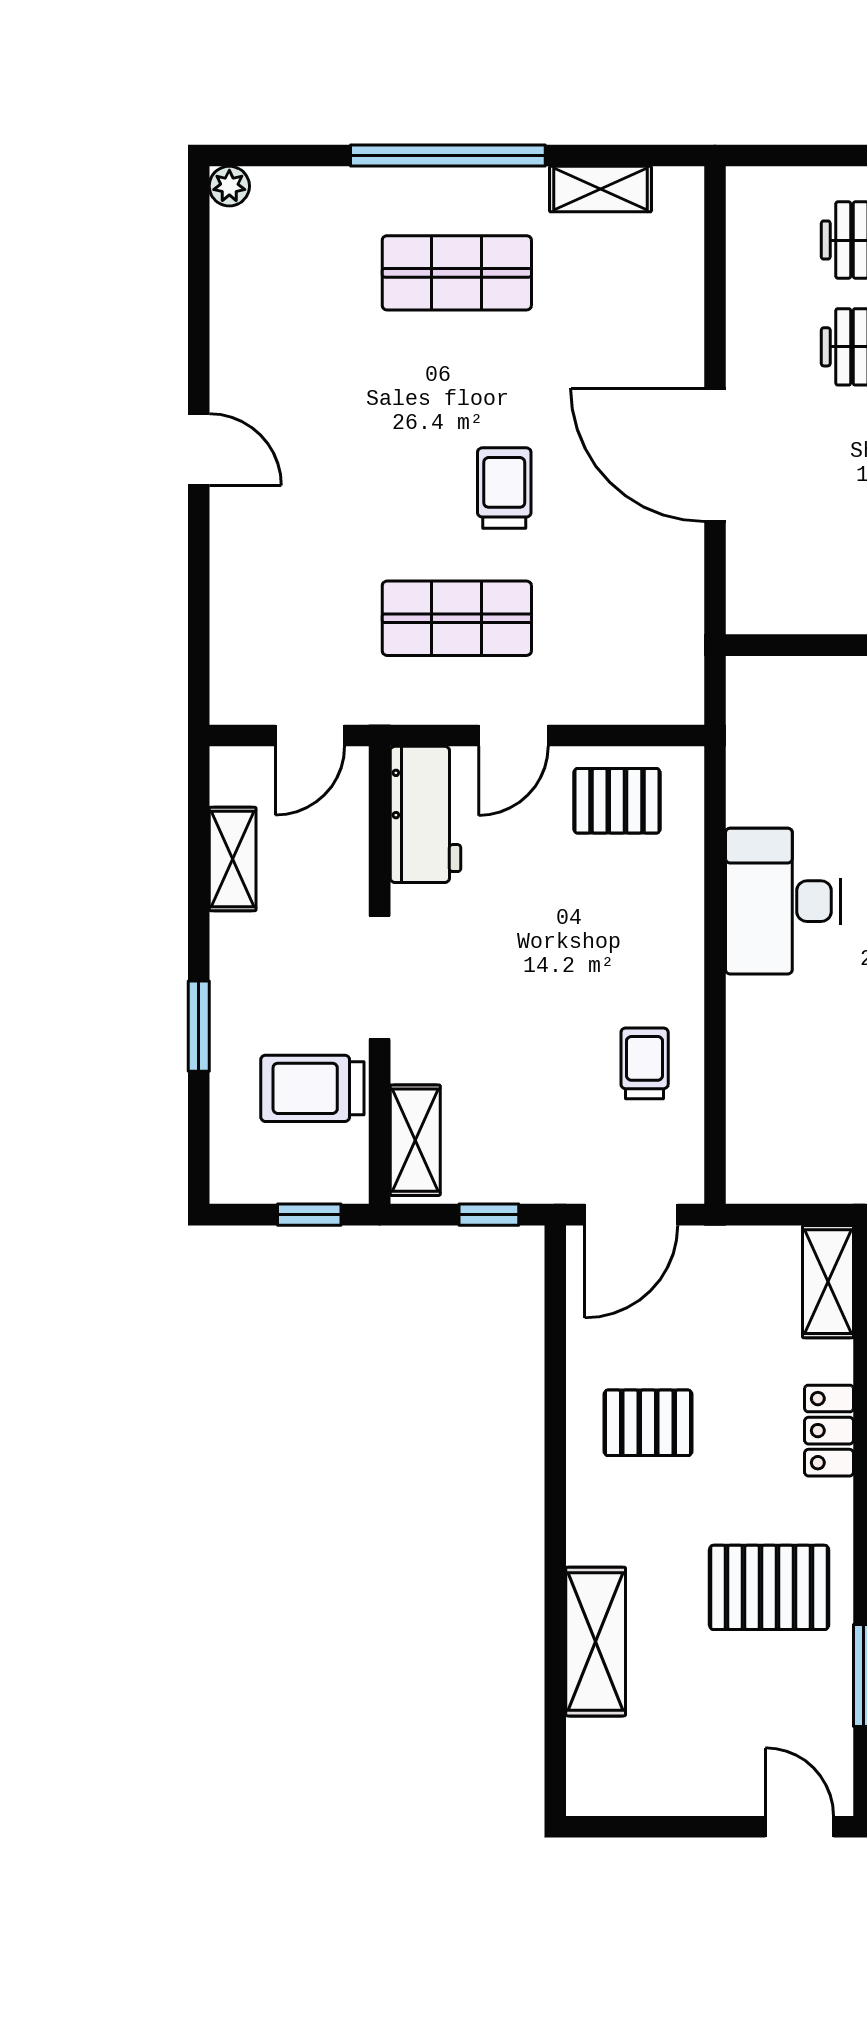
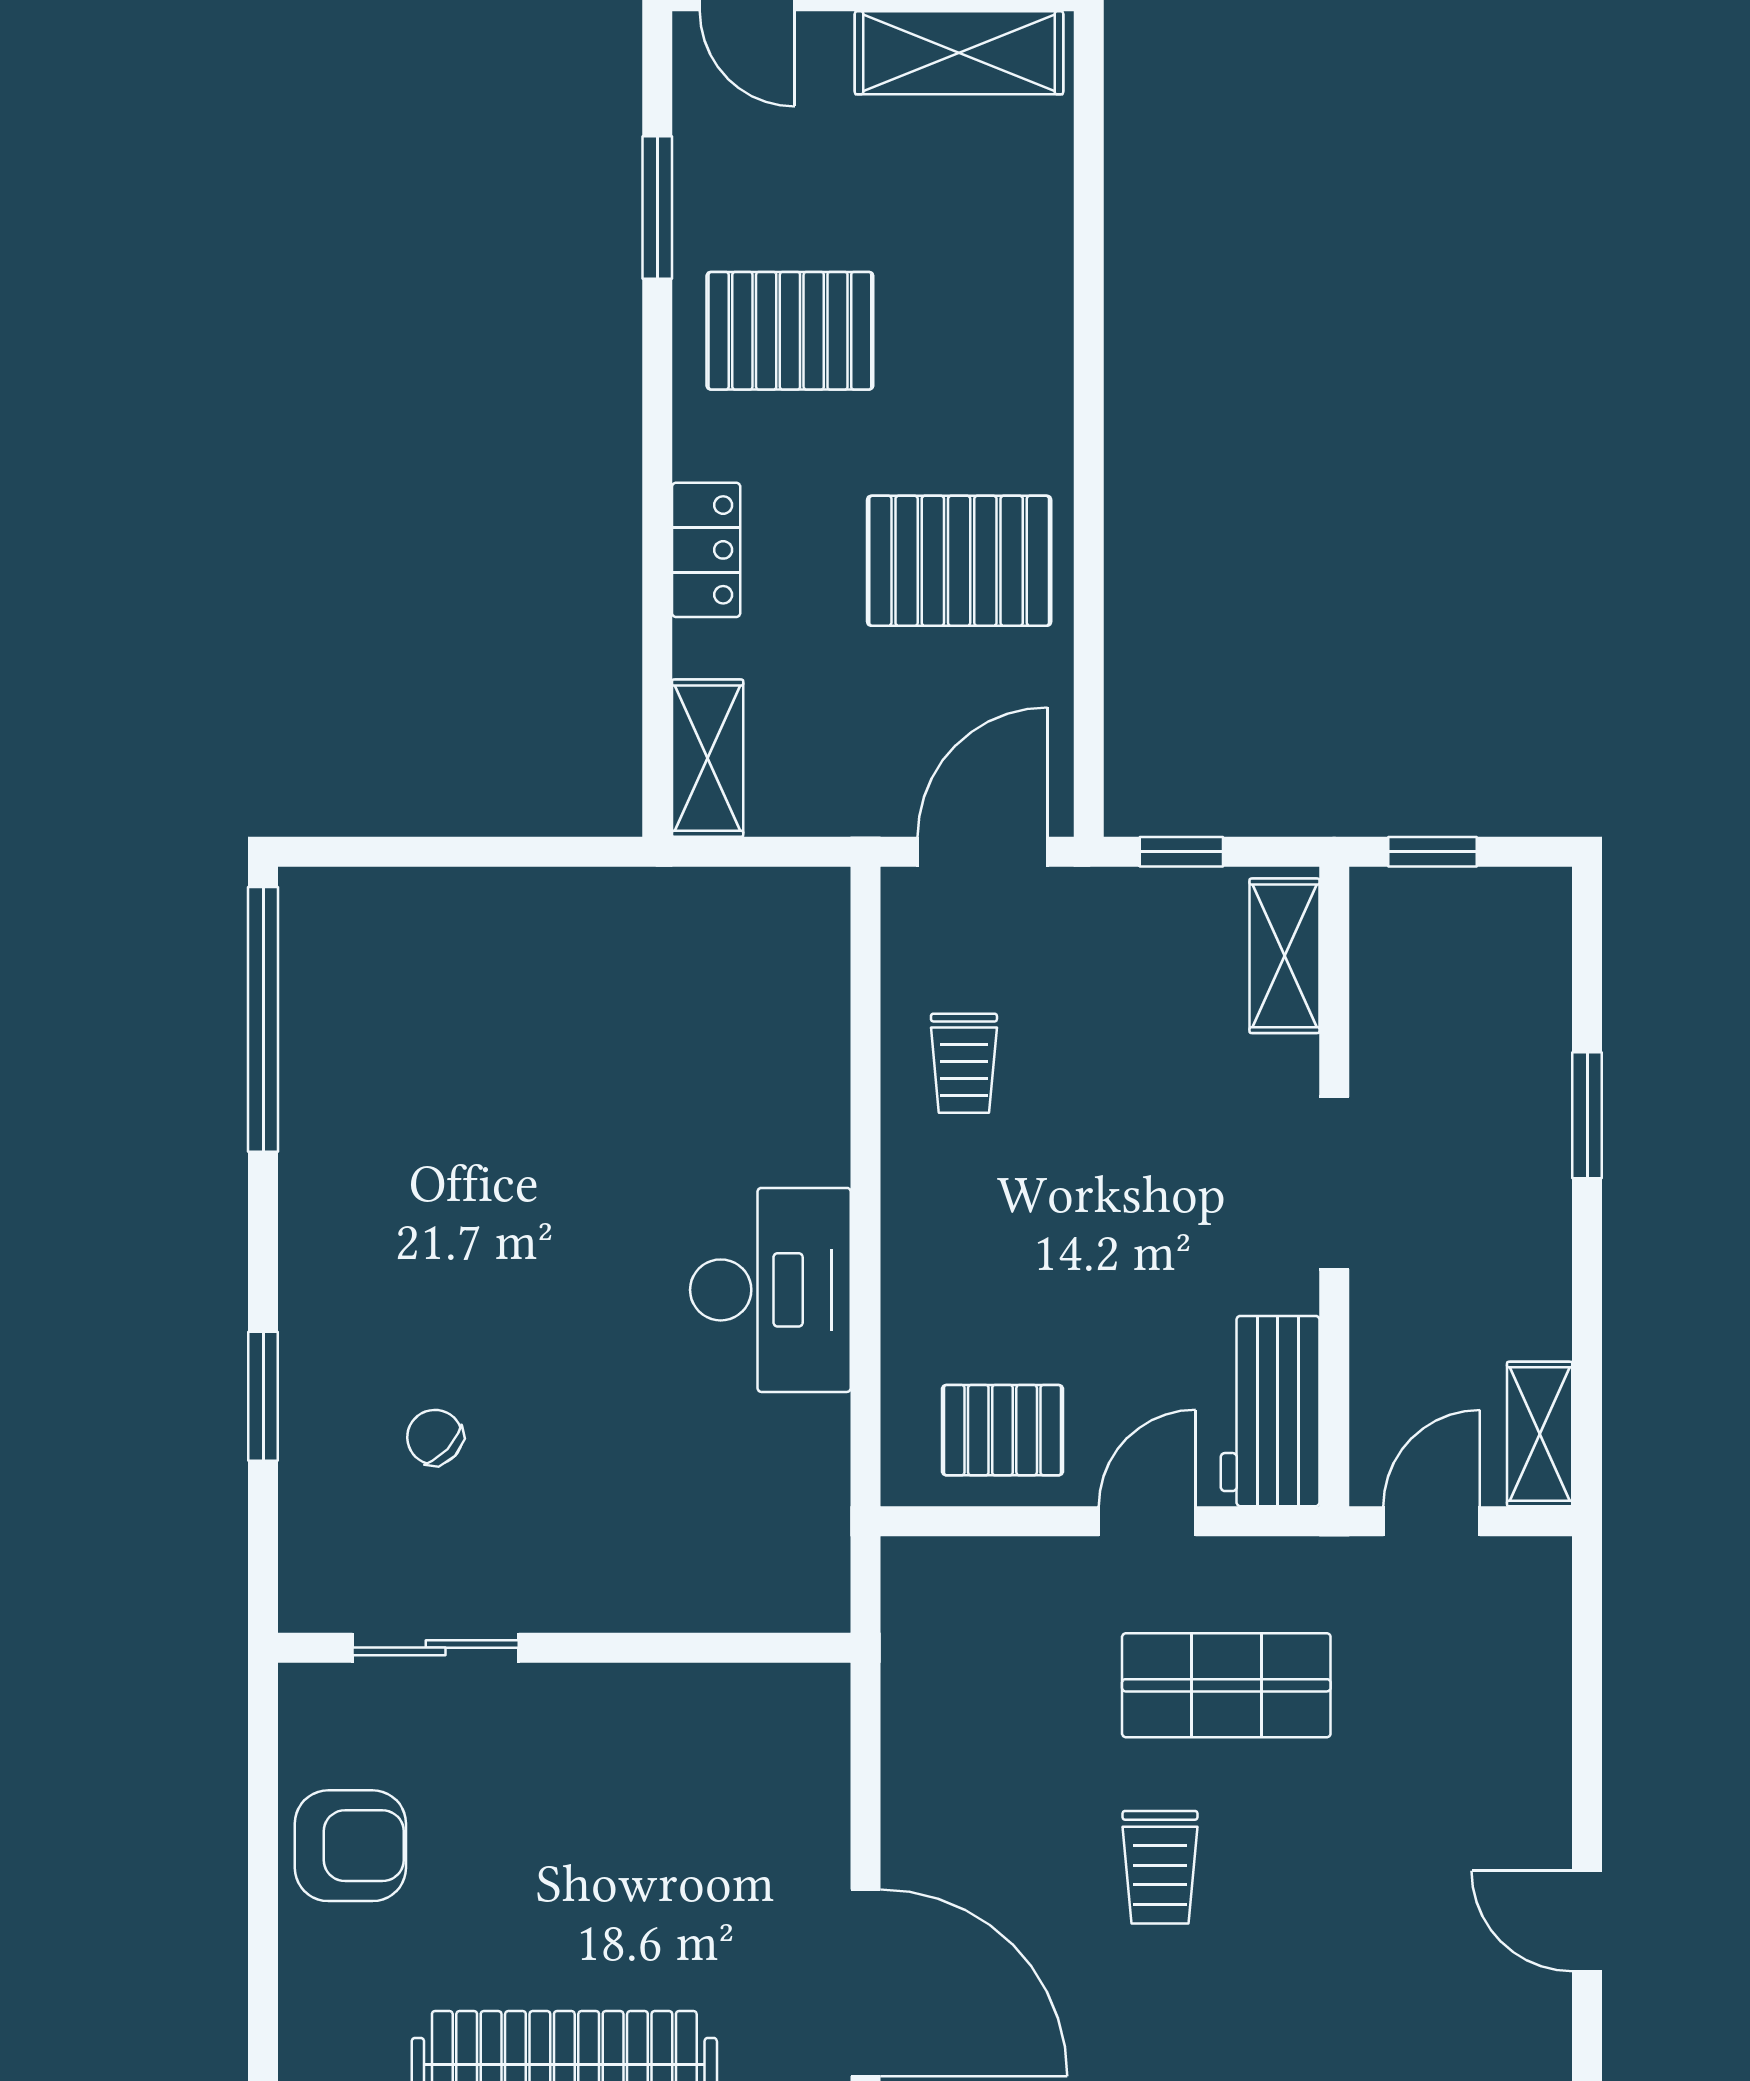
door: (715, 455) -> (866, 1983), moved
shelving: (233, 859) -> (1540, 1434), moved
trolley: (312, 1088) -> (1428, 1028), removed
pallet: (648, 1423) -> (959, 561), width x1.50, depth x1.42
shelving: (596, 1642) -> (959, 53), moved, turned 90

